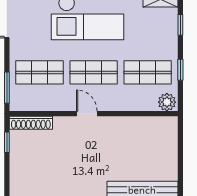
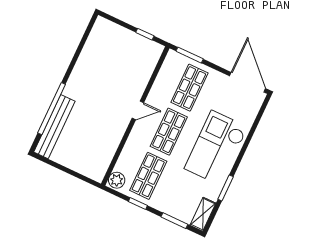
window: (180, 25) -> (174, 221), width x1.50
shoe rack: (31, 123) -> (152, 61), removed

